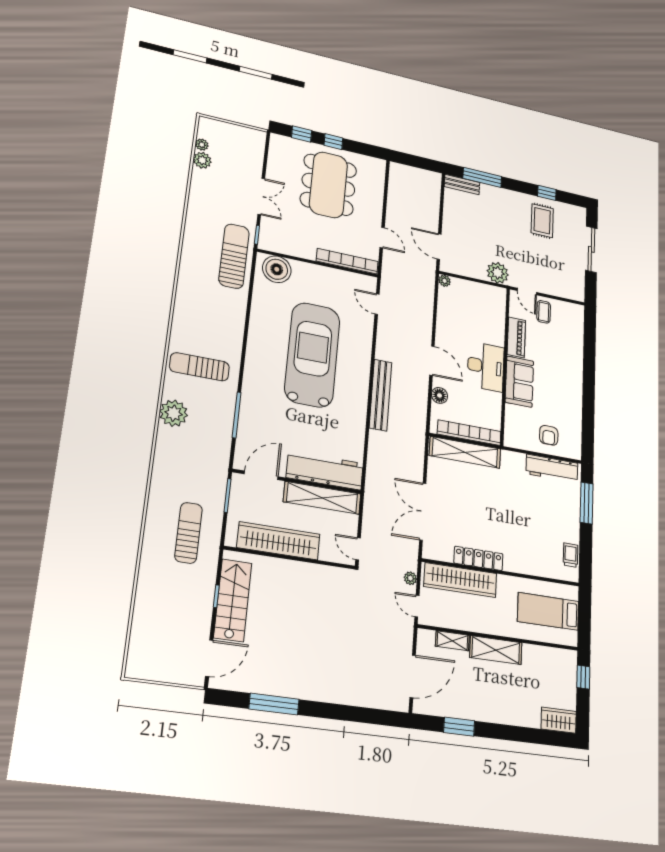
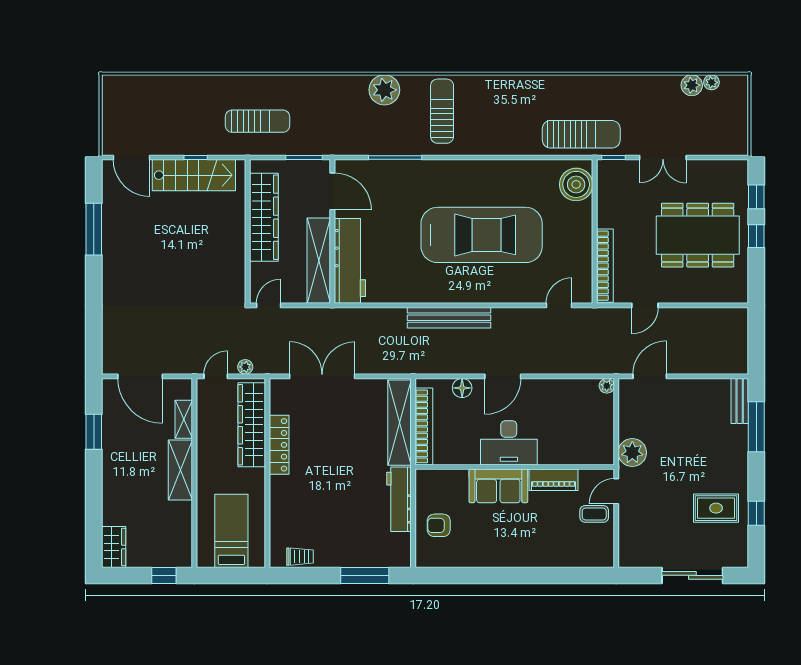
workbench: (552, 468) -> (399, 499), moved

